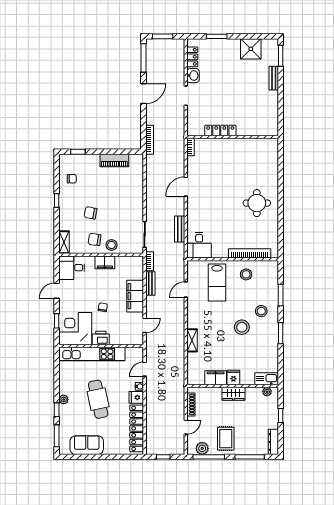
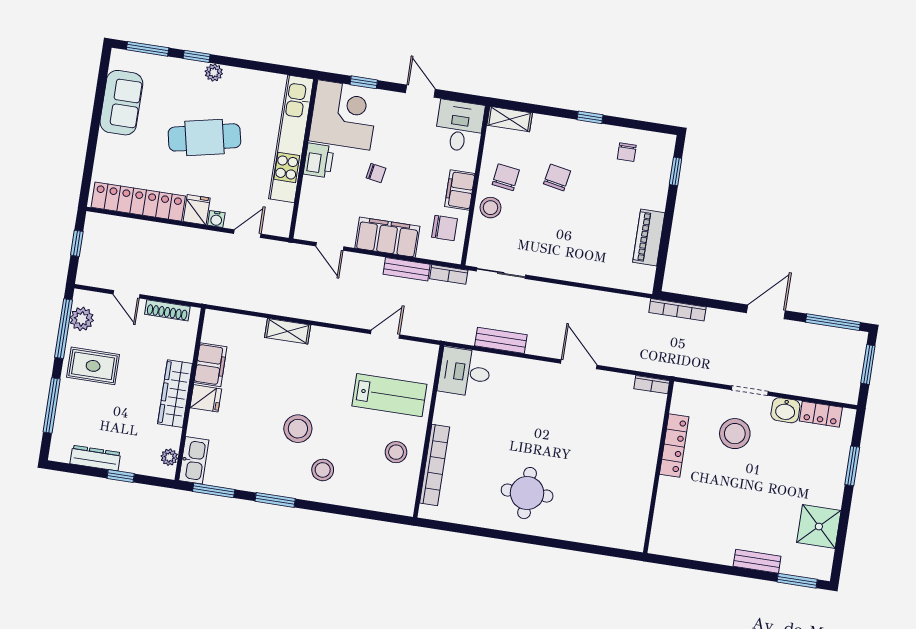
door: (143, 94) -> (766, 312), swing flipped
stool: (209, 100) -> (735, 434), added
chair: (126, 267) -> (445, 228), added
lab bench: (217, 282) -> (389, 395), turned 180
door: (186, 290) -> (385, 334), hinge flipped
window: (281, 295) -> (214, 490), moved
door: (145, 369) -> (247, 234), hinge flipped
wardrobe: (233, 394) -> (175, 394), width x1.50
dresser: (273, 442) -> (95, 458), moved

